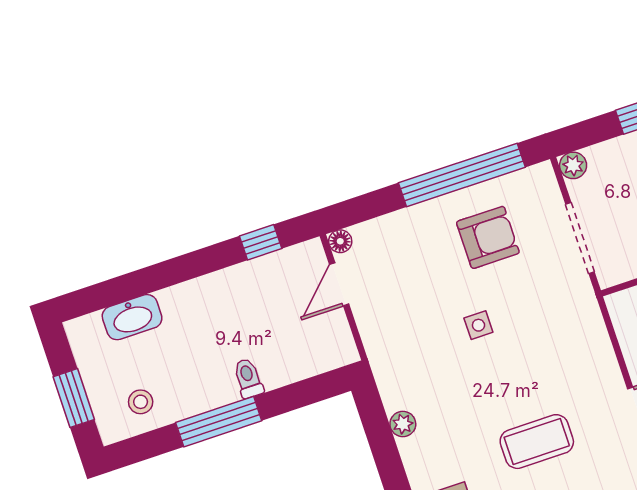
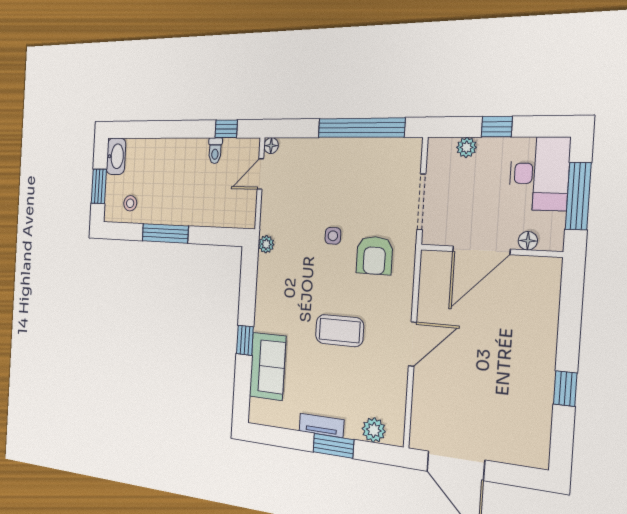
plant: (573, 165) -> (466, 147), moved
armchair: (488, 237) -> (374, 255), moved, turned 90
washbasin: (132, 317) -> (116, 156), moved, turned -90
toilet: (248, 378) -> (215, 151), moved, turned 180
plant: (403, 424) -> (266, 244), moved

